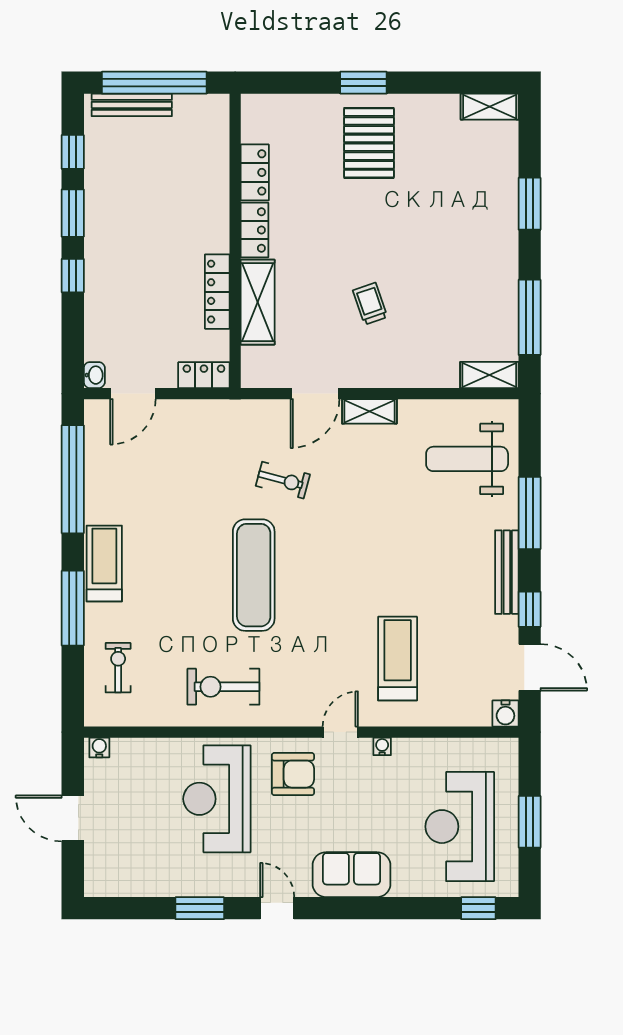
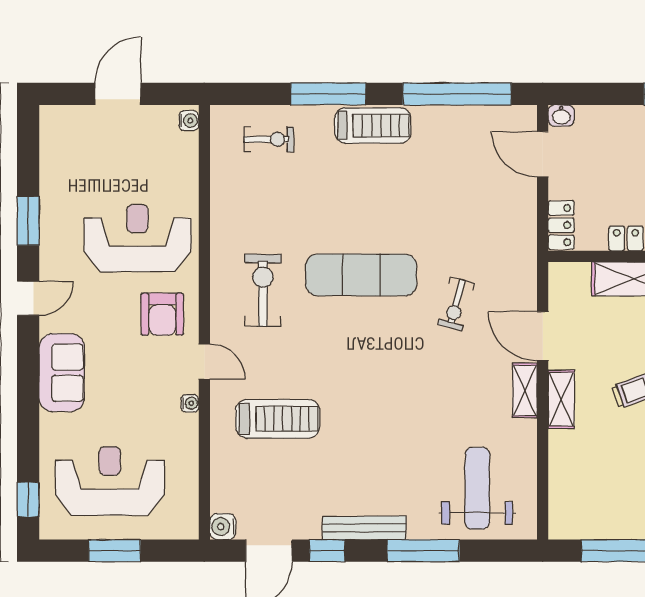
shelving: (489, 375) -> (561, 399), moved
exercise bike: (223, 687) -> (263, 290), moved

